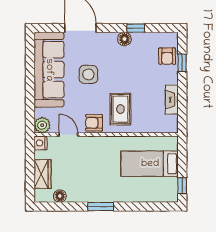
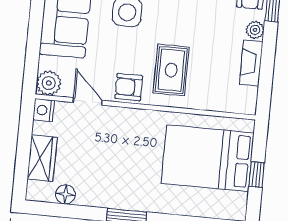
plant: (172, 78) -> (255, 30), added
bed: (150, 164) -> (208, 158), width x1.50
window: (182, 186) -> (257, 175), moved

